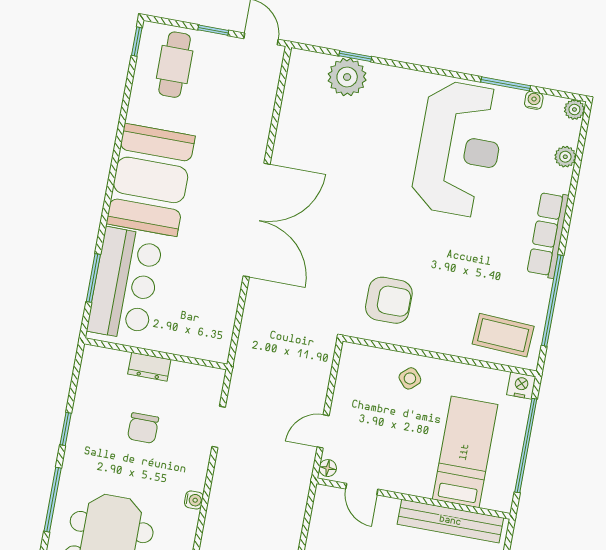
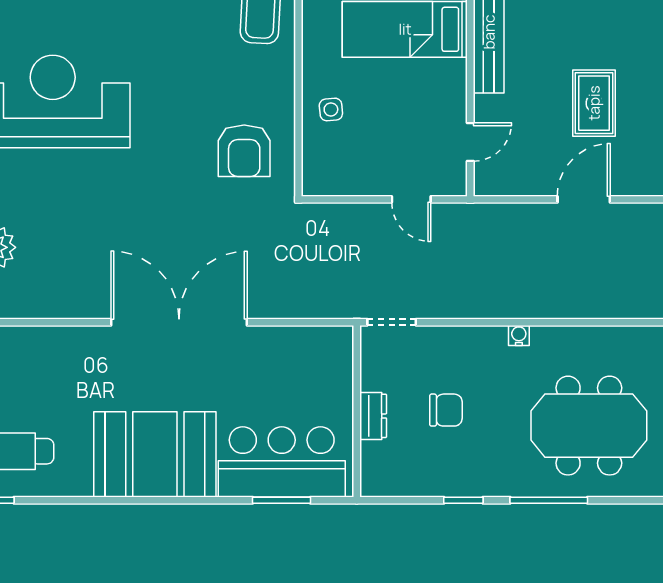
armchair: (389, 300) -> (244, 151), turned 180
side table: (410, 378) -> (331, 109), turned 37
doorway: (219, 427) -> (392, 322), moved
floor lamp: (328, 468) -> (453, 186), removed

